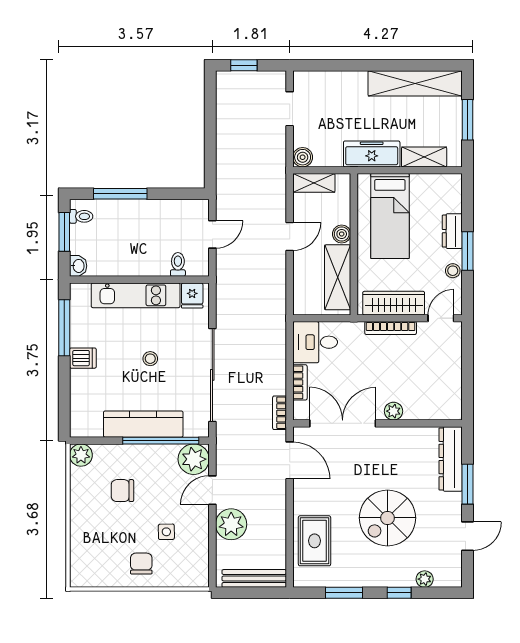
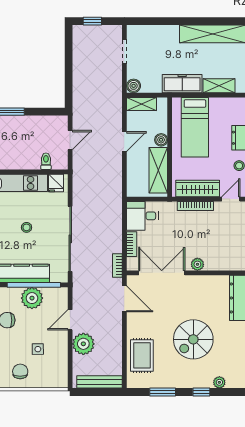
plant: (194, 459) -> (32, 298), moved

